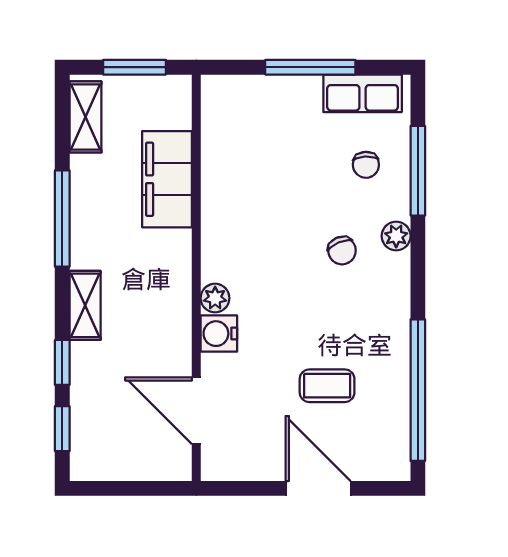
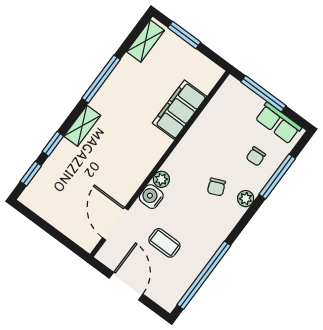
filing cabinet: (167, 179) -> (179, 110), moved
wall: (196, 278) -> (160, 164), moved
plant: (215, 298) -> (161, 179), moved
water cooler: (219, 334) -> (151, 197), moved
door: (196, 411) -> (115, 224), moved

